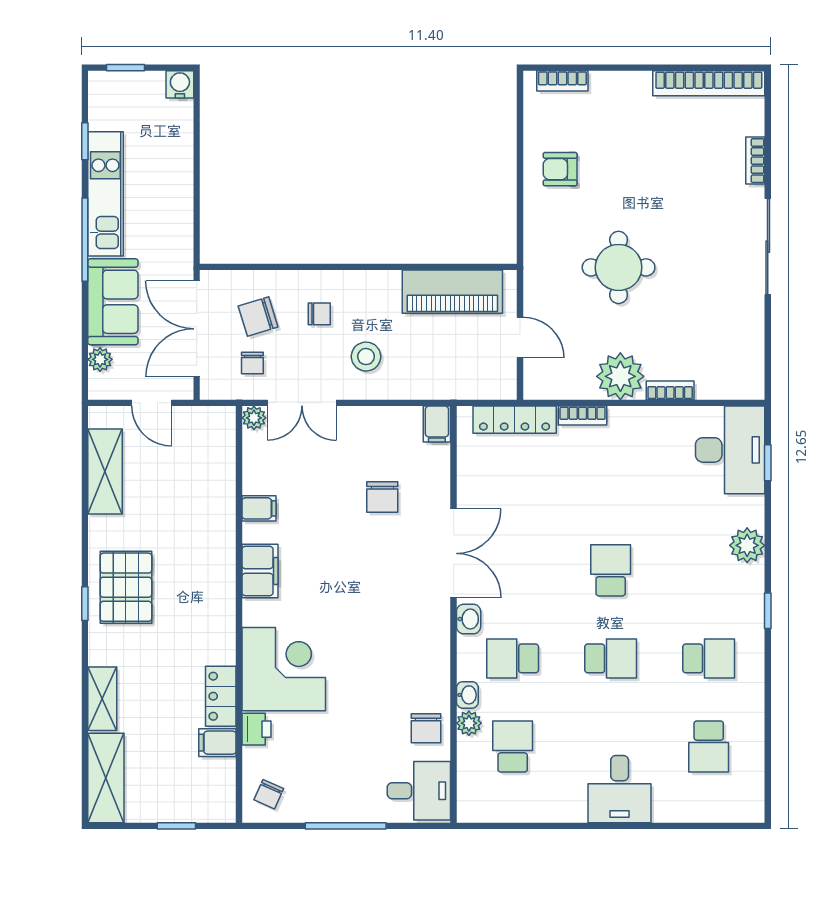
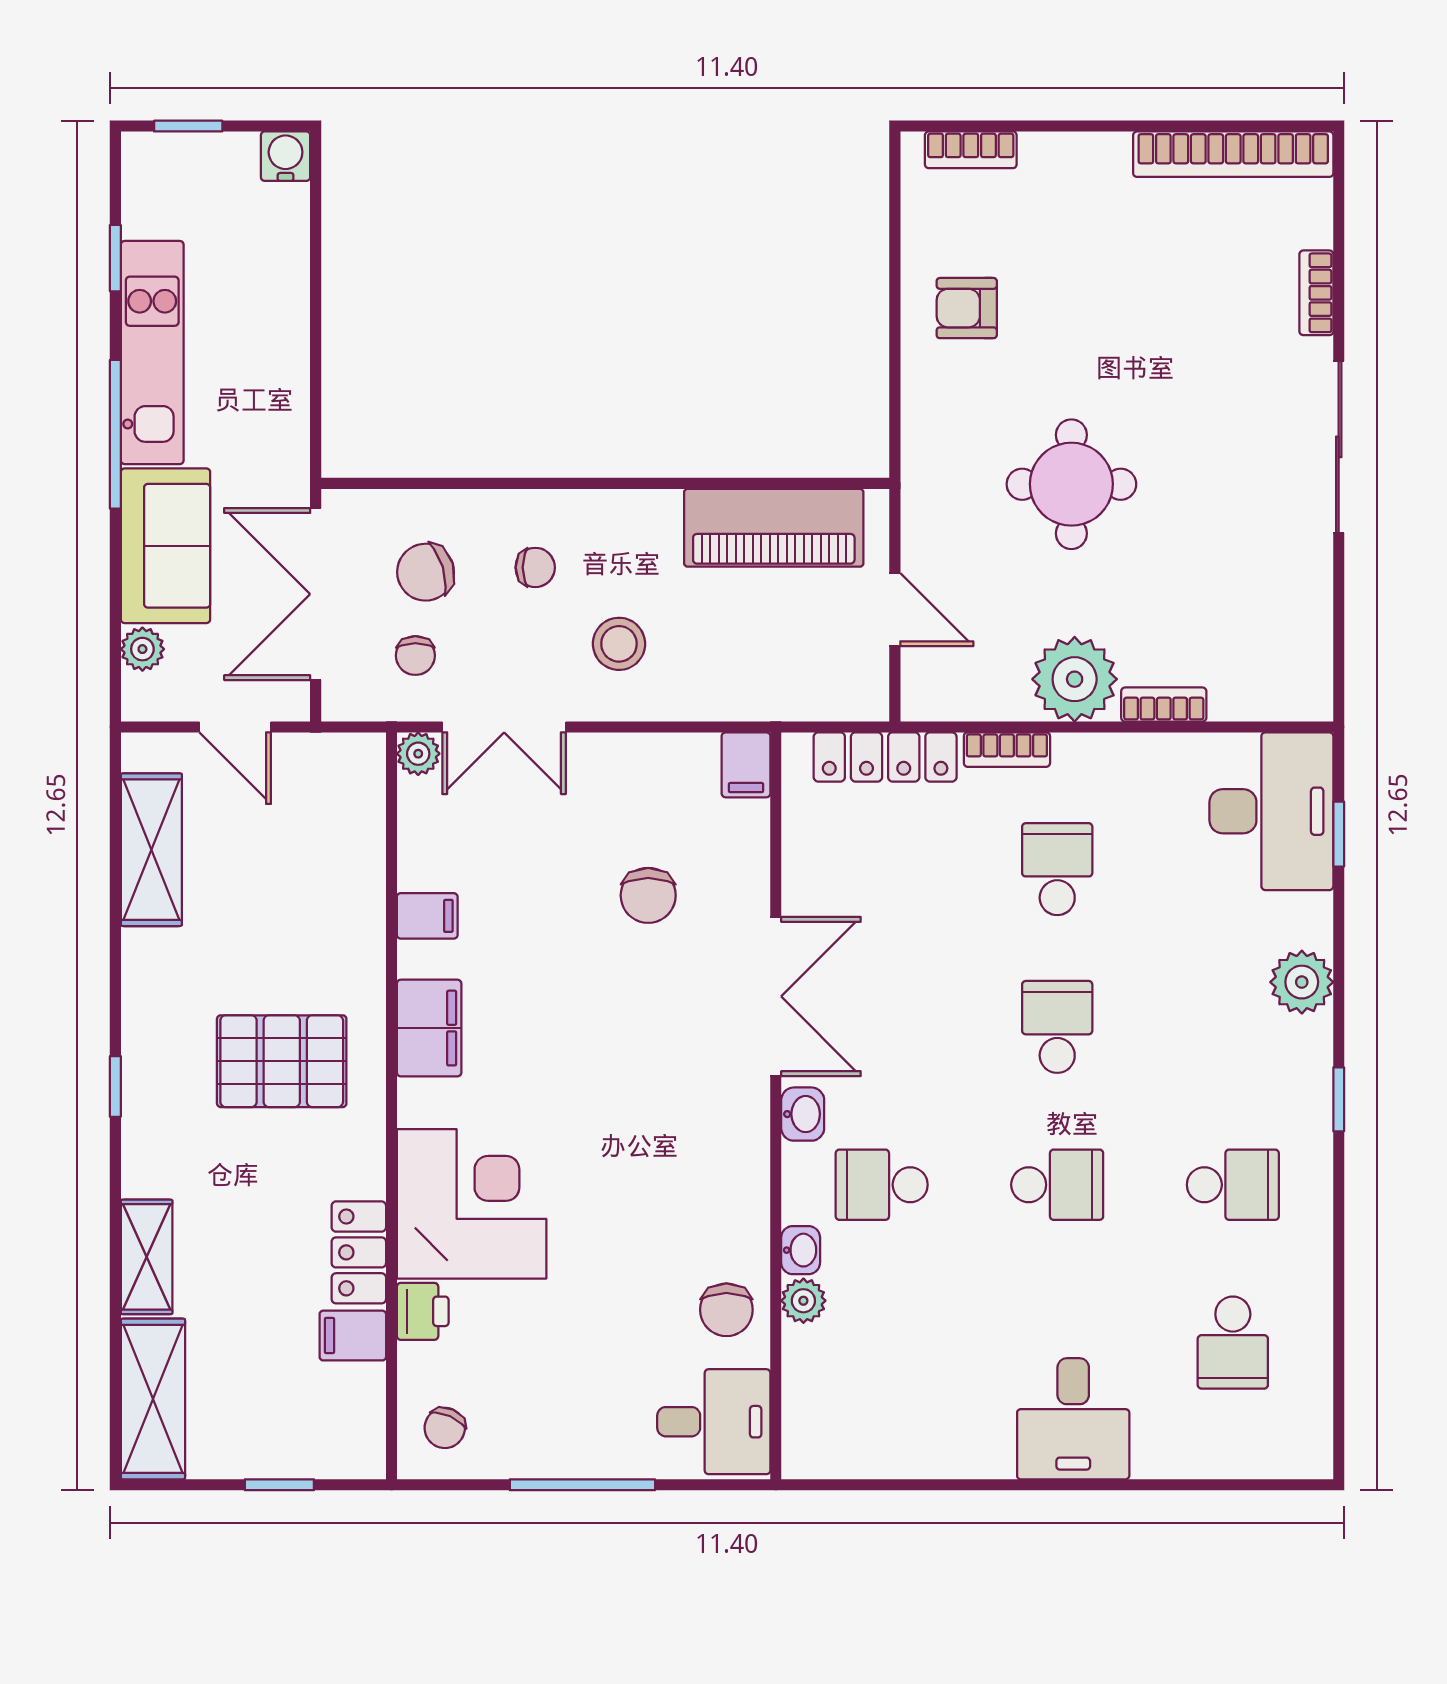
pallet: (126, 587) -> (282, 1061), moved, turned 90
school desk: (513, 747) -> (1057, 869), moved

